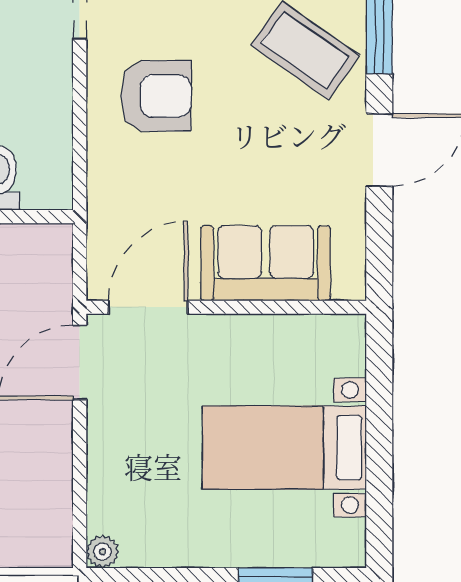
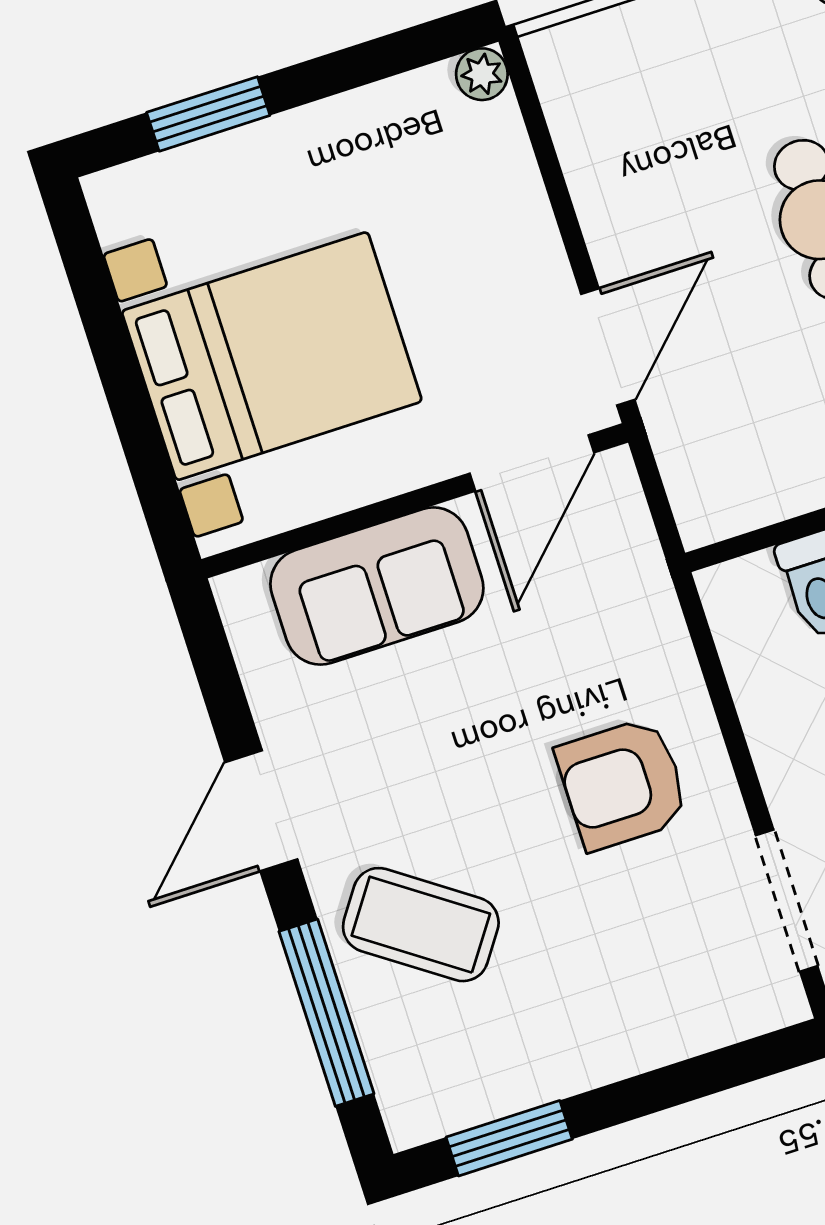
bed with nightstands: (284, 448) -> (272, 356), width x1.36

